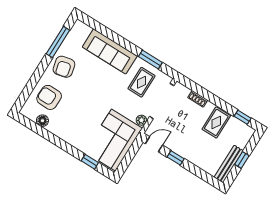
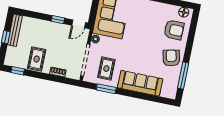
floor lamp: (42, 121) -> (184, 12), moved

